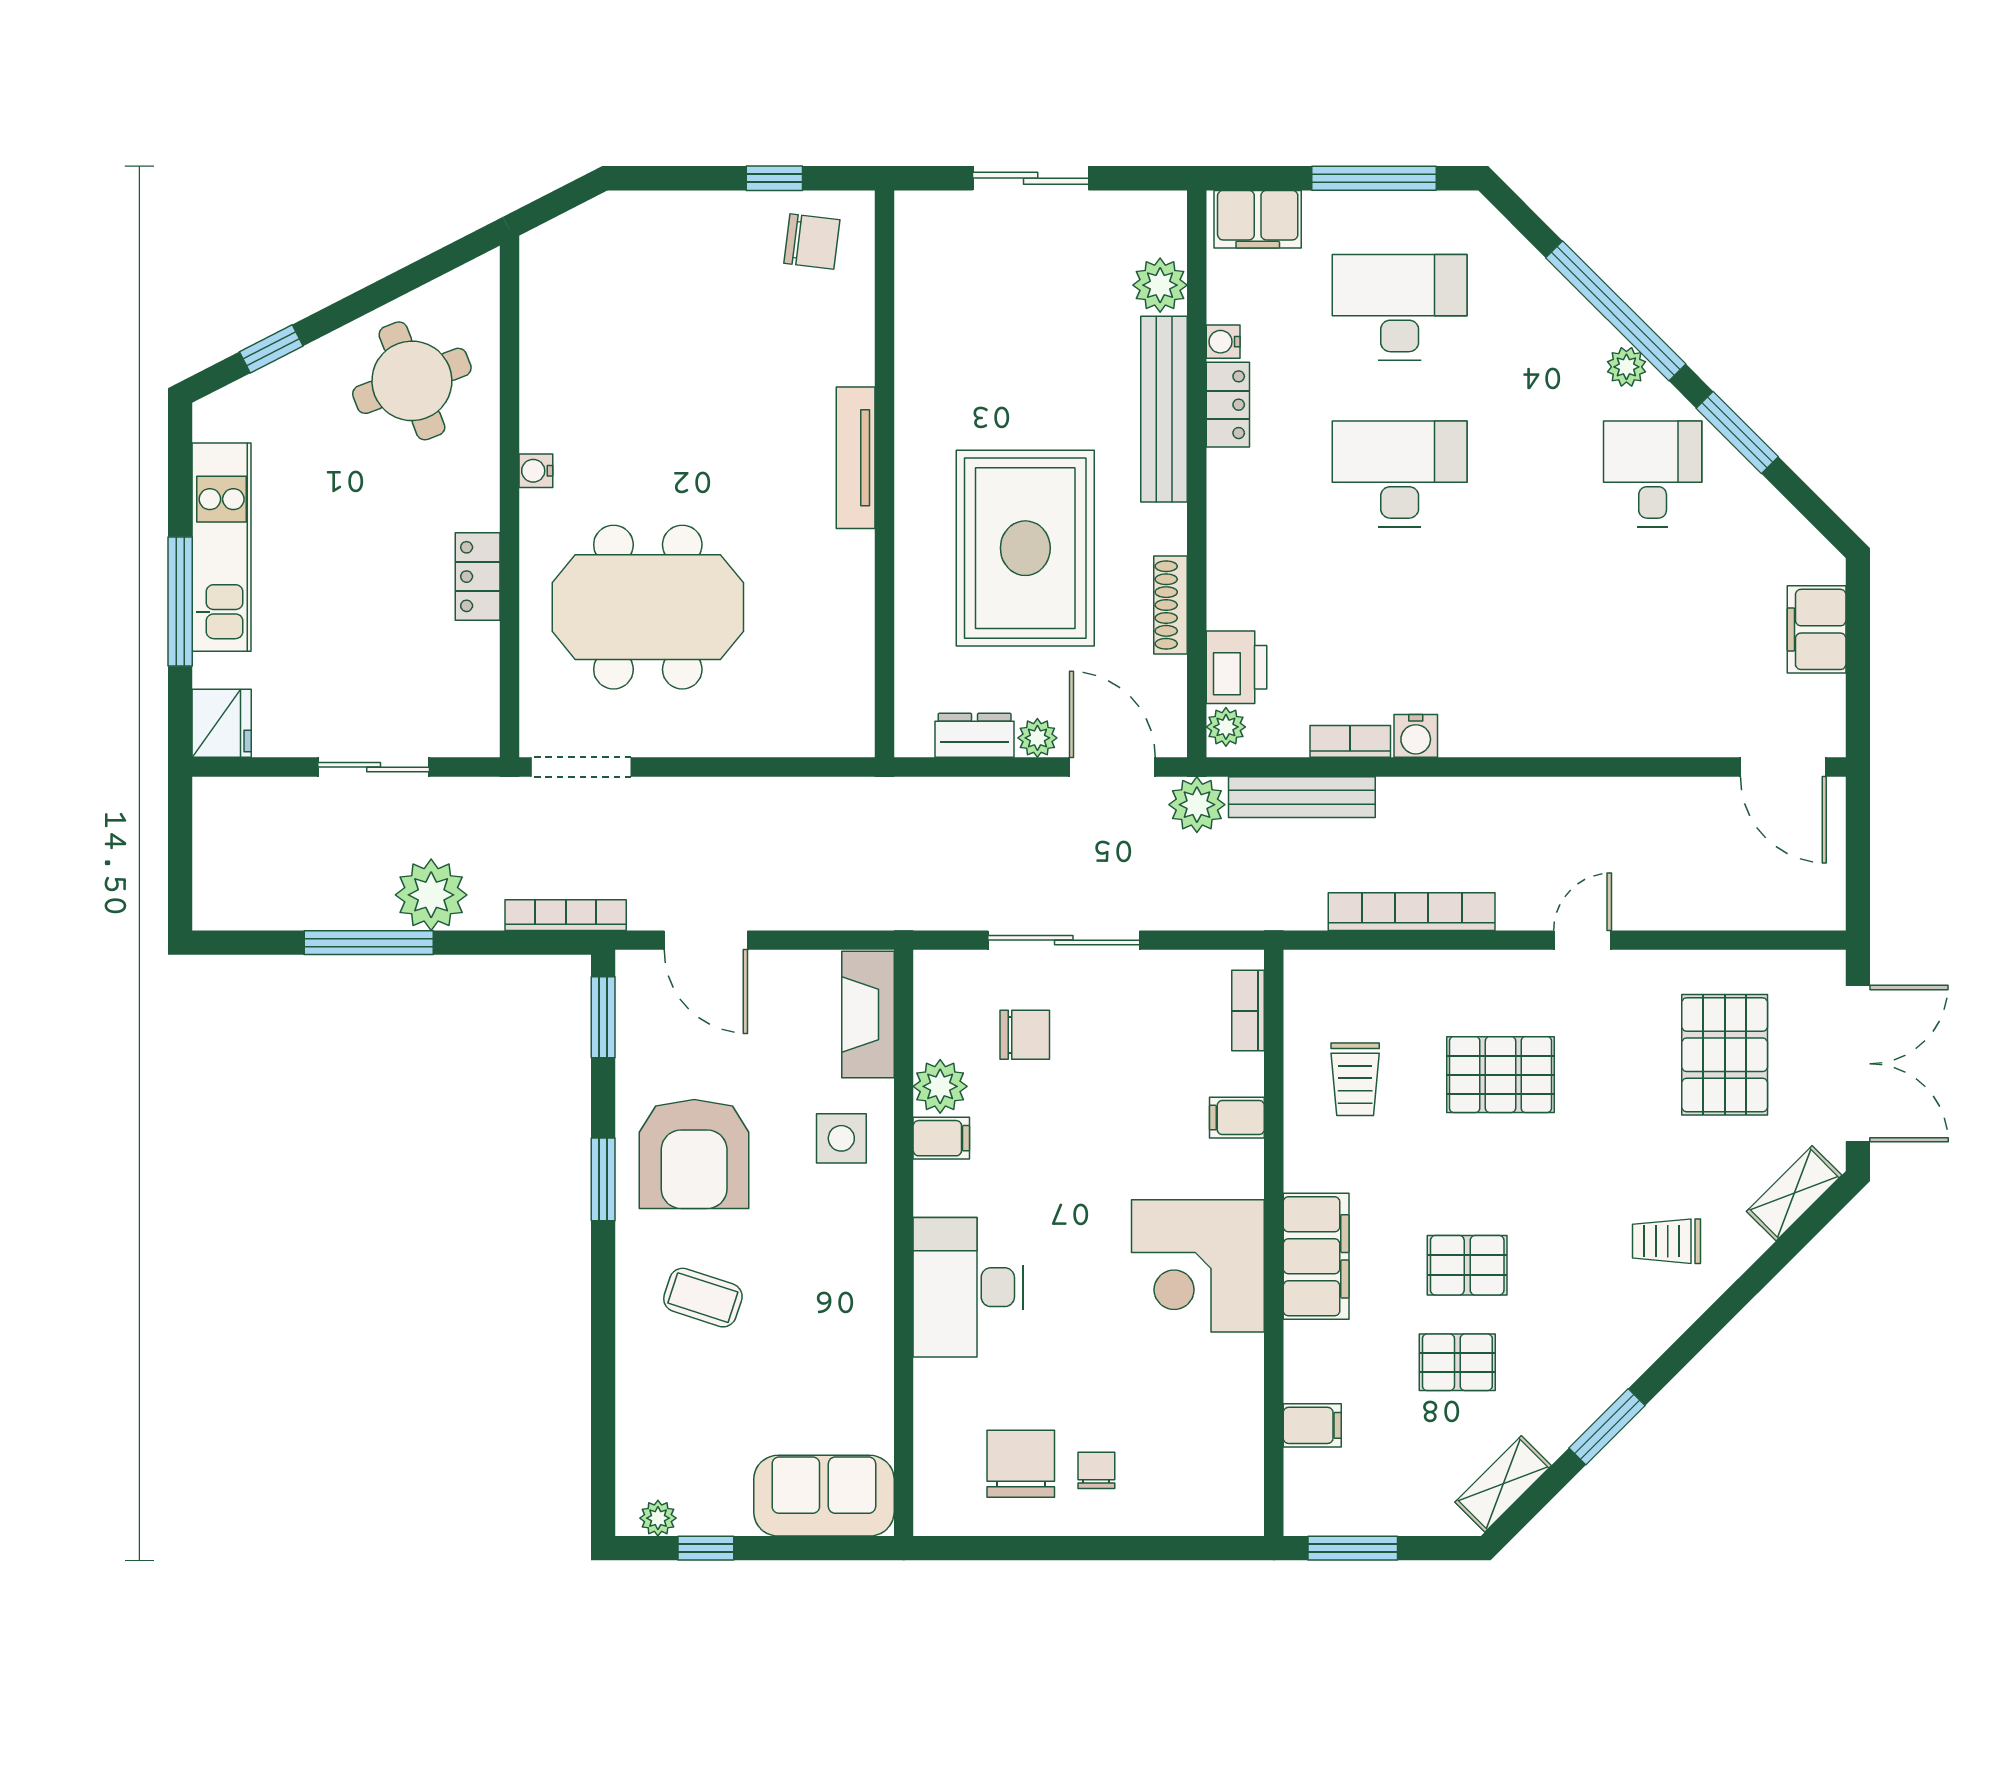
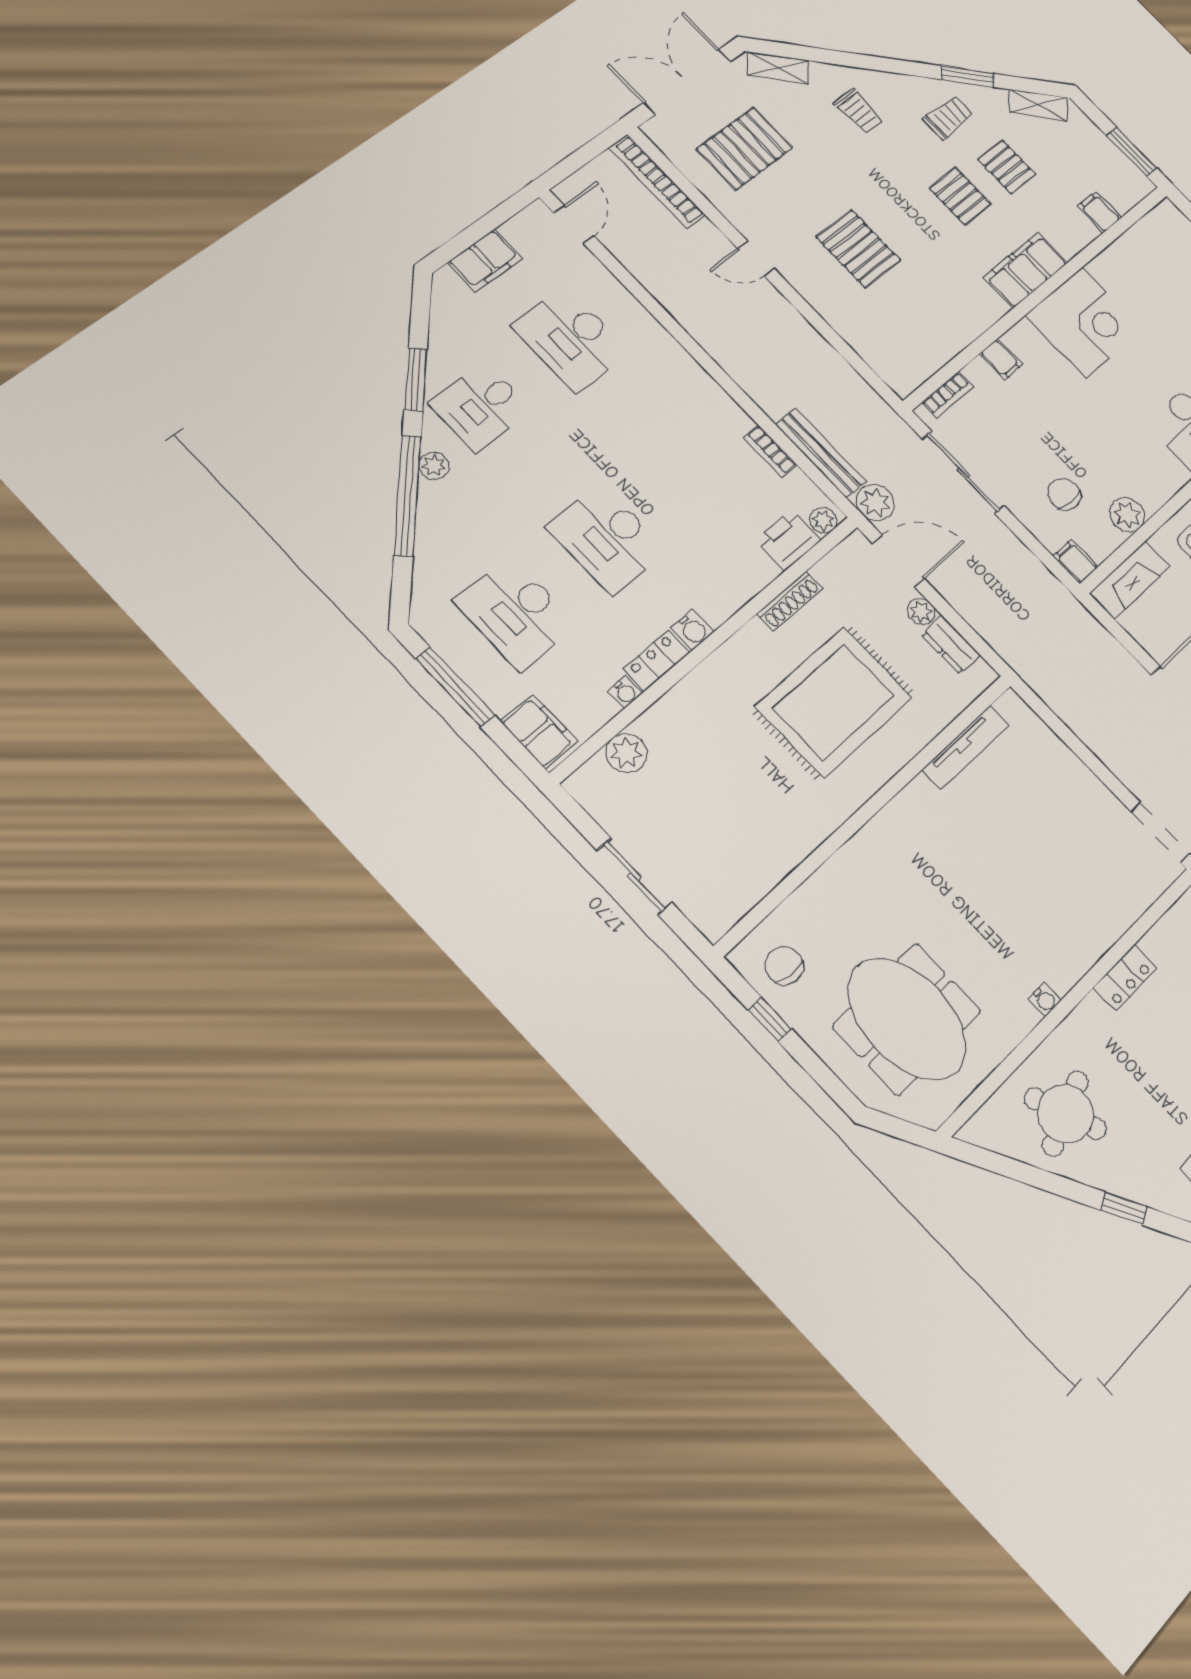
bench: (1164, 409) -> (691, 692), removed
tv unit: (856, 458) -> (965, 748), moved
meeting table: (648, 607) -> (907, 1019), moved
desk: (1653, 640) -> (571, 339), added
water cooler: (1416, 736) -> (693, 630), moved, turned 90
door: (1112, 767) -> (898, 561), swing flipped
door: (1783, 767) -> (574, 224), width x0.73
bookcase: (1412, 912) -> (657, 181), moved
sliding door: (1064, 940) -> (963, 472), moved
trolley: (1355, 1079) -> (948, 117), moved
filing cabinet: (941, 1138) -> (1076, 561), moved

